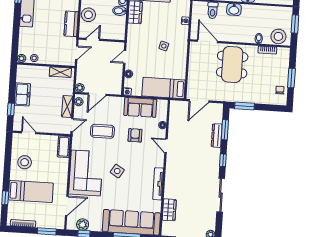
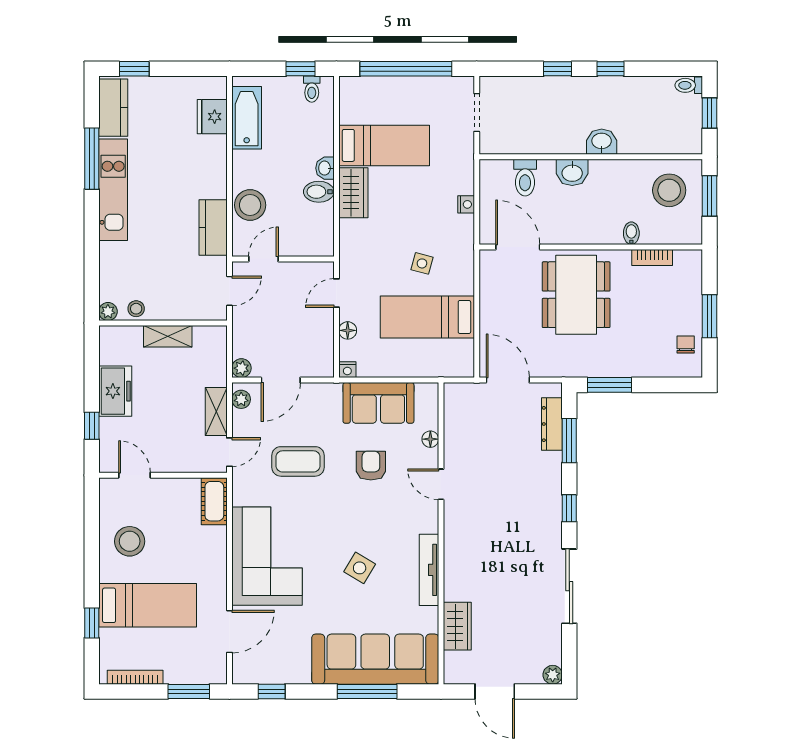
stool: (278, 36) -> (669, 190), moved
shelving: (60, 72) -> (168, 336), moved
bed: (164, 88) -> (427, 317), moved
door: (199, 101) -> (508, 380), swing flipped
dresser: (217, 136) -> (552, 424), moved
side table: (117, 171) -> (360, 568), moved
plant: (83, 225) -> (267, 671), removed

